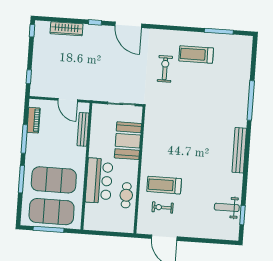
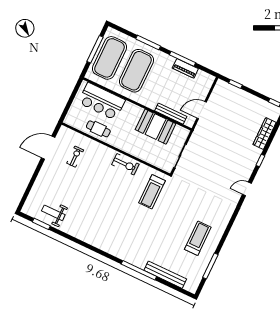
door: (128, 25) -> (247, 189), width x0.53
exercise bike: (165, 69) -> (125, 164), moved
piano: (34, 120) -> (185, 68), moved
booth: (128, 141) -> (156, 127), moved
bench: (239, 150) -> (165, 275), moved
bar counter: (99, 181) -> (102, 101), moved
treadmill: (164, 185) -> (152, 192), moved, turned 180
weight bench: (227, 207) -> (53, 213), turned -90

